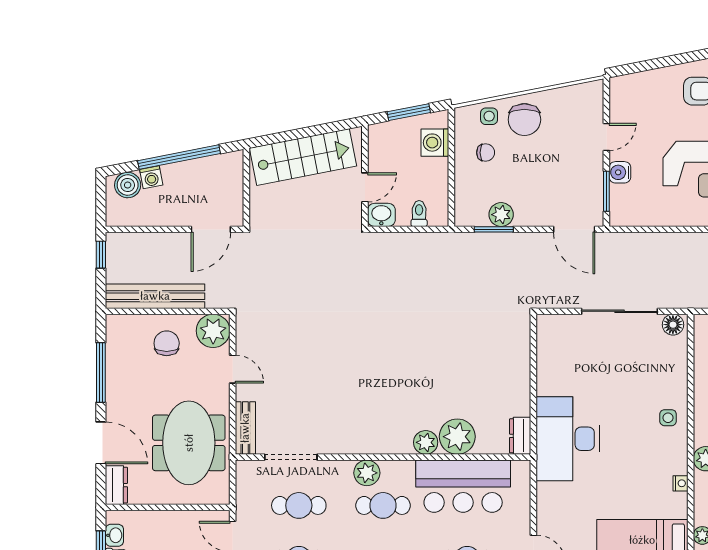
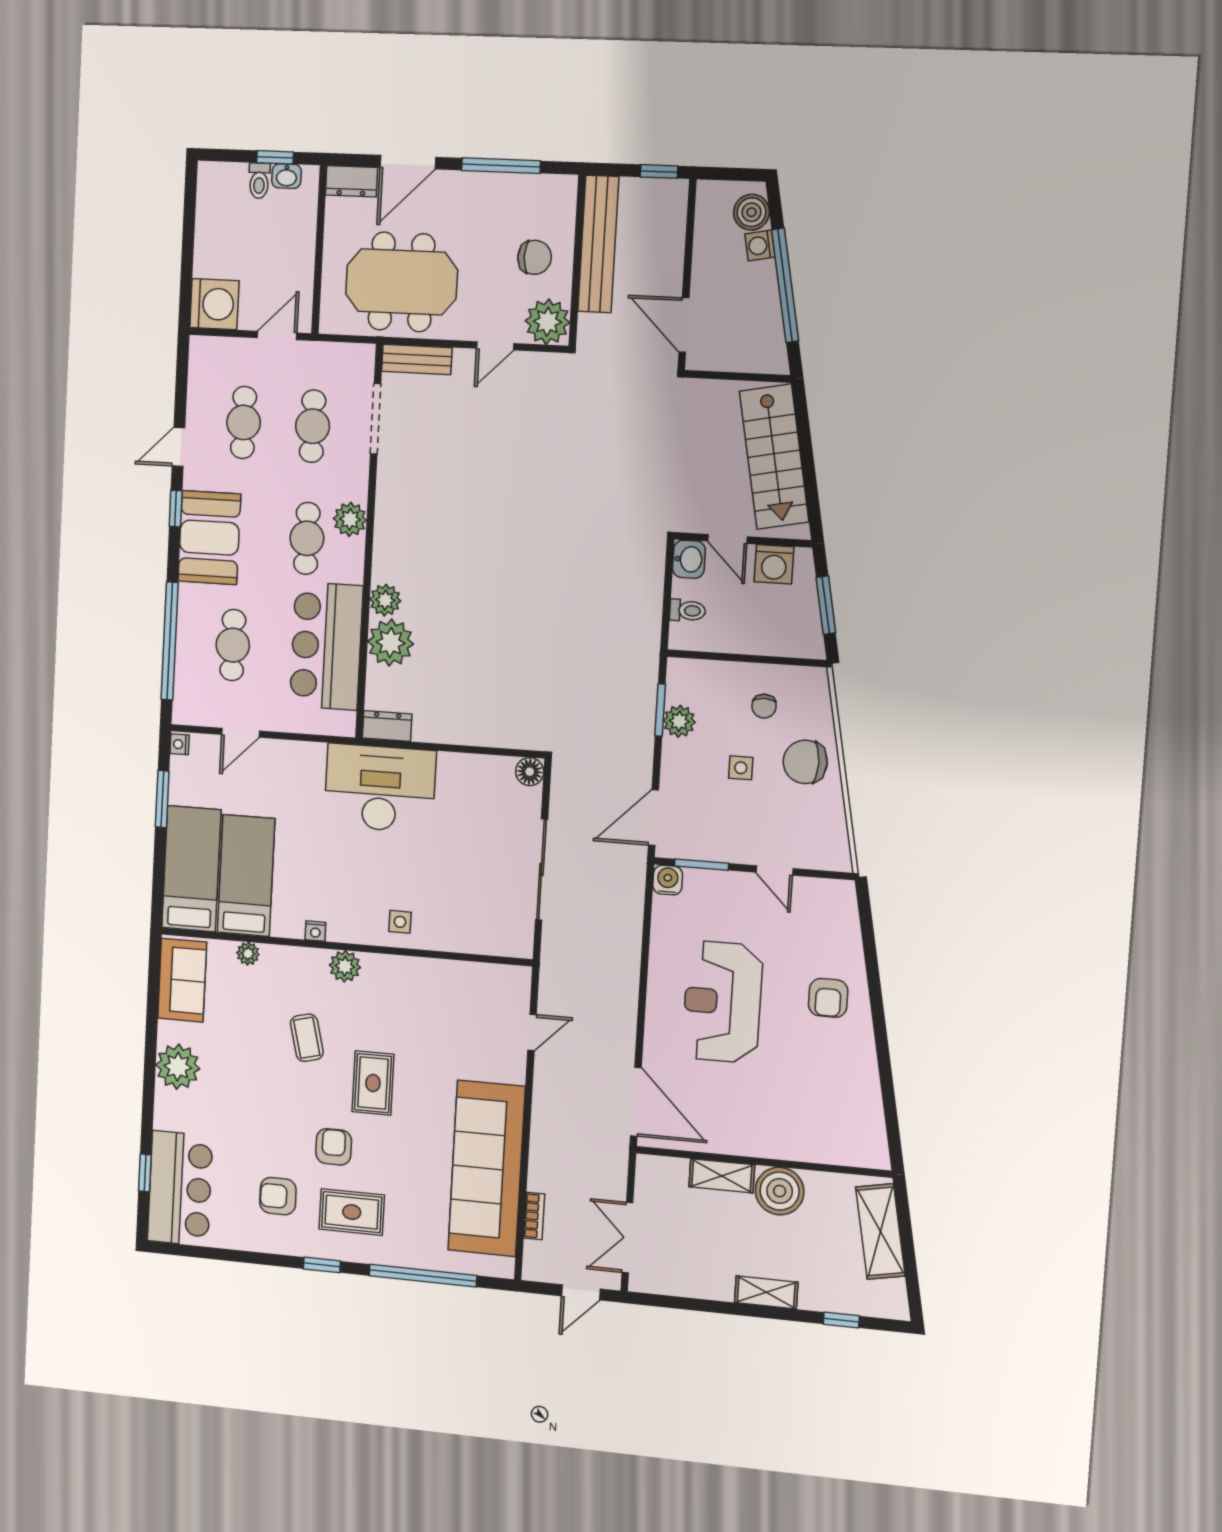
side table: (489, 116) -> (741, 768), moved
washing machine: (435, 143) -> (774, 564), moved, turned 180
water cooler: (620, 172) -> (668, 880), moved
floor lamp: (673, 325) -> (530, 772), moved

